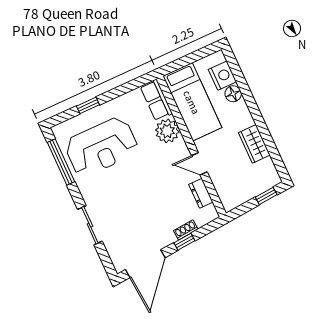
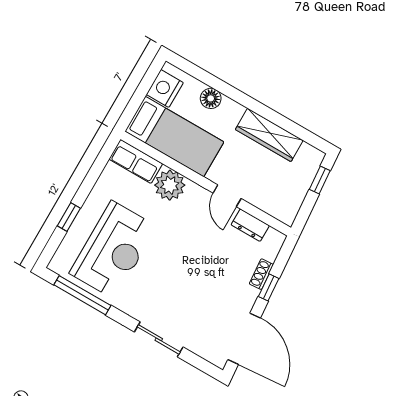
nightstand: (222, 76) -> (165, 88), moved, turned -90
wardrobe: (254, 144) -> (269, 135), width x1.50
door: (199, 164) -> (227, 196), hinge flipped

